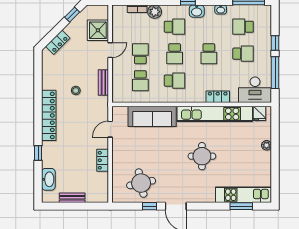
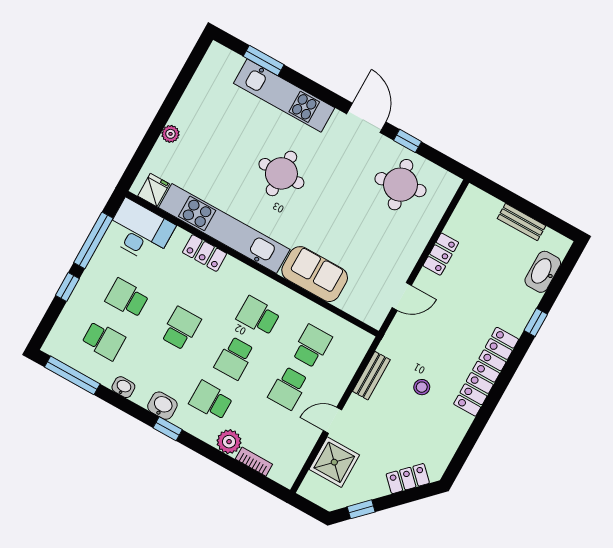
school desk: (175, 54) -> (235, 358), turned 180
sofa: (152, 116) -> (315, 274), width x0.73
kitchen unit: (244, 195) -> (284, 96), moved

